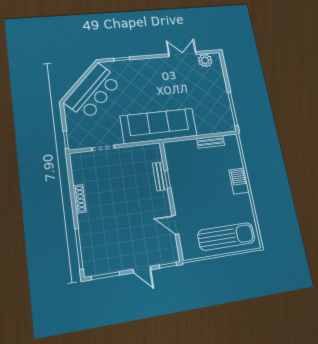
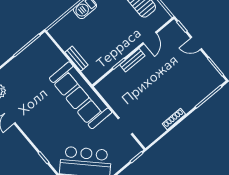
bench: (211, 142) -> (77, 59), moved
bench: (160, 176) -> (132, 60), moved
door: (142, 270) -> (196, 43), swing flipped

